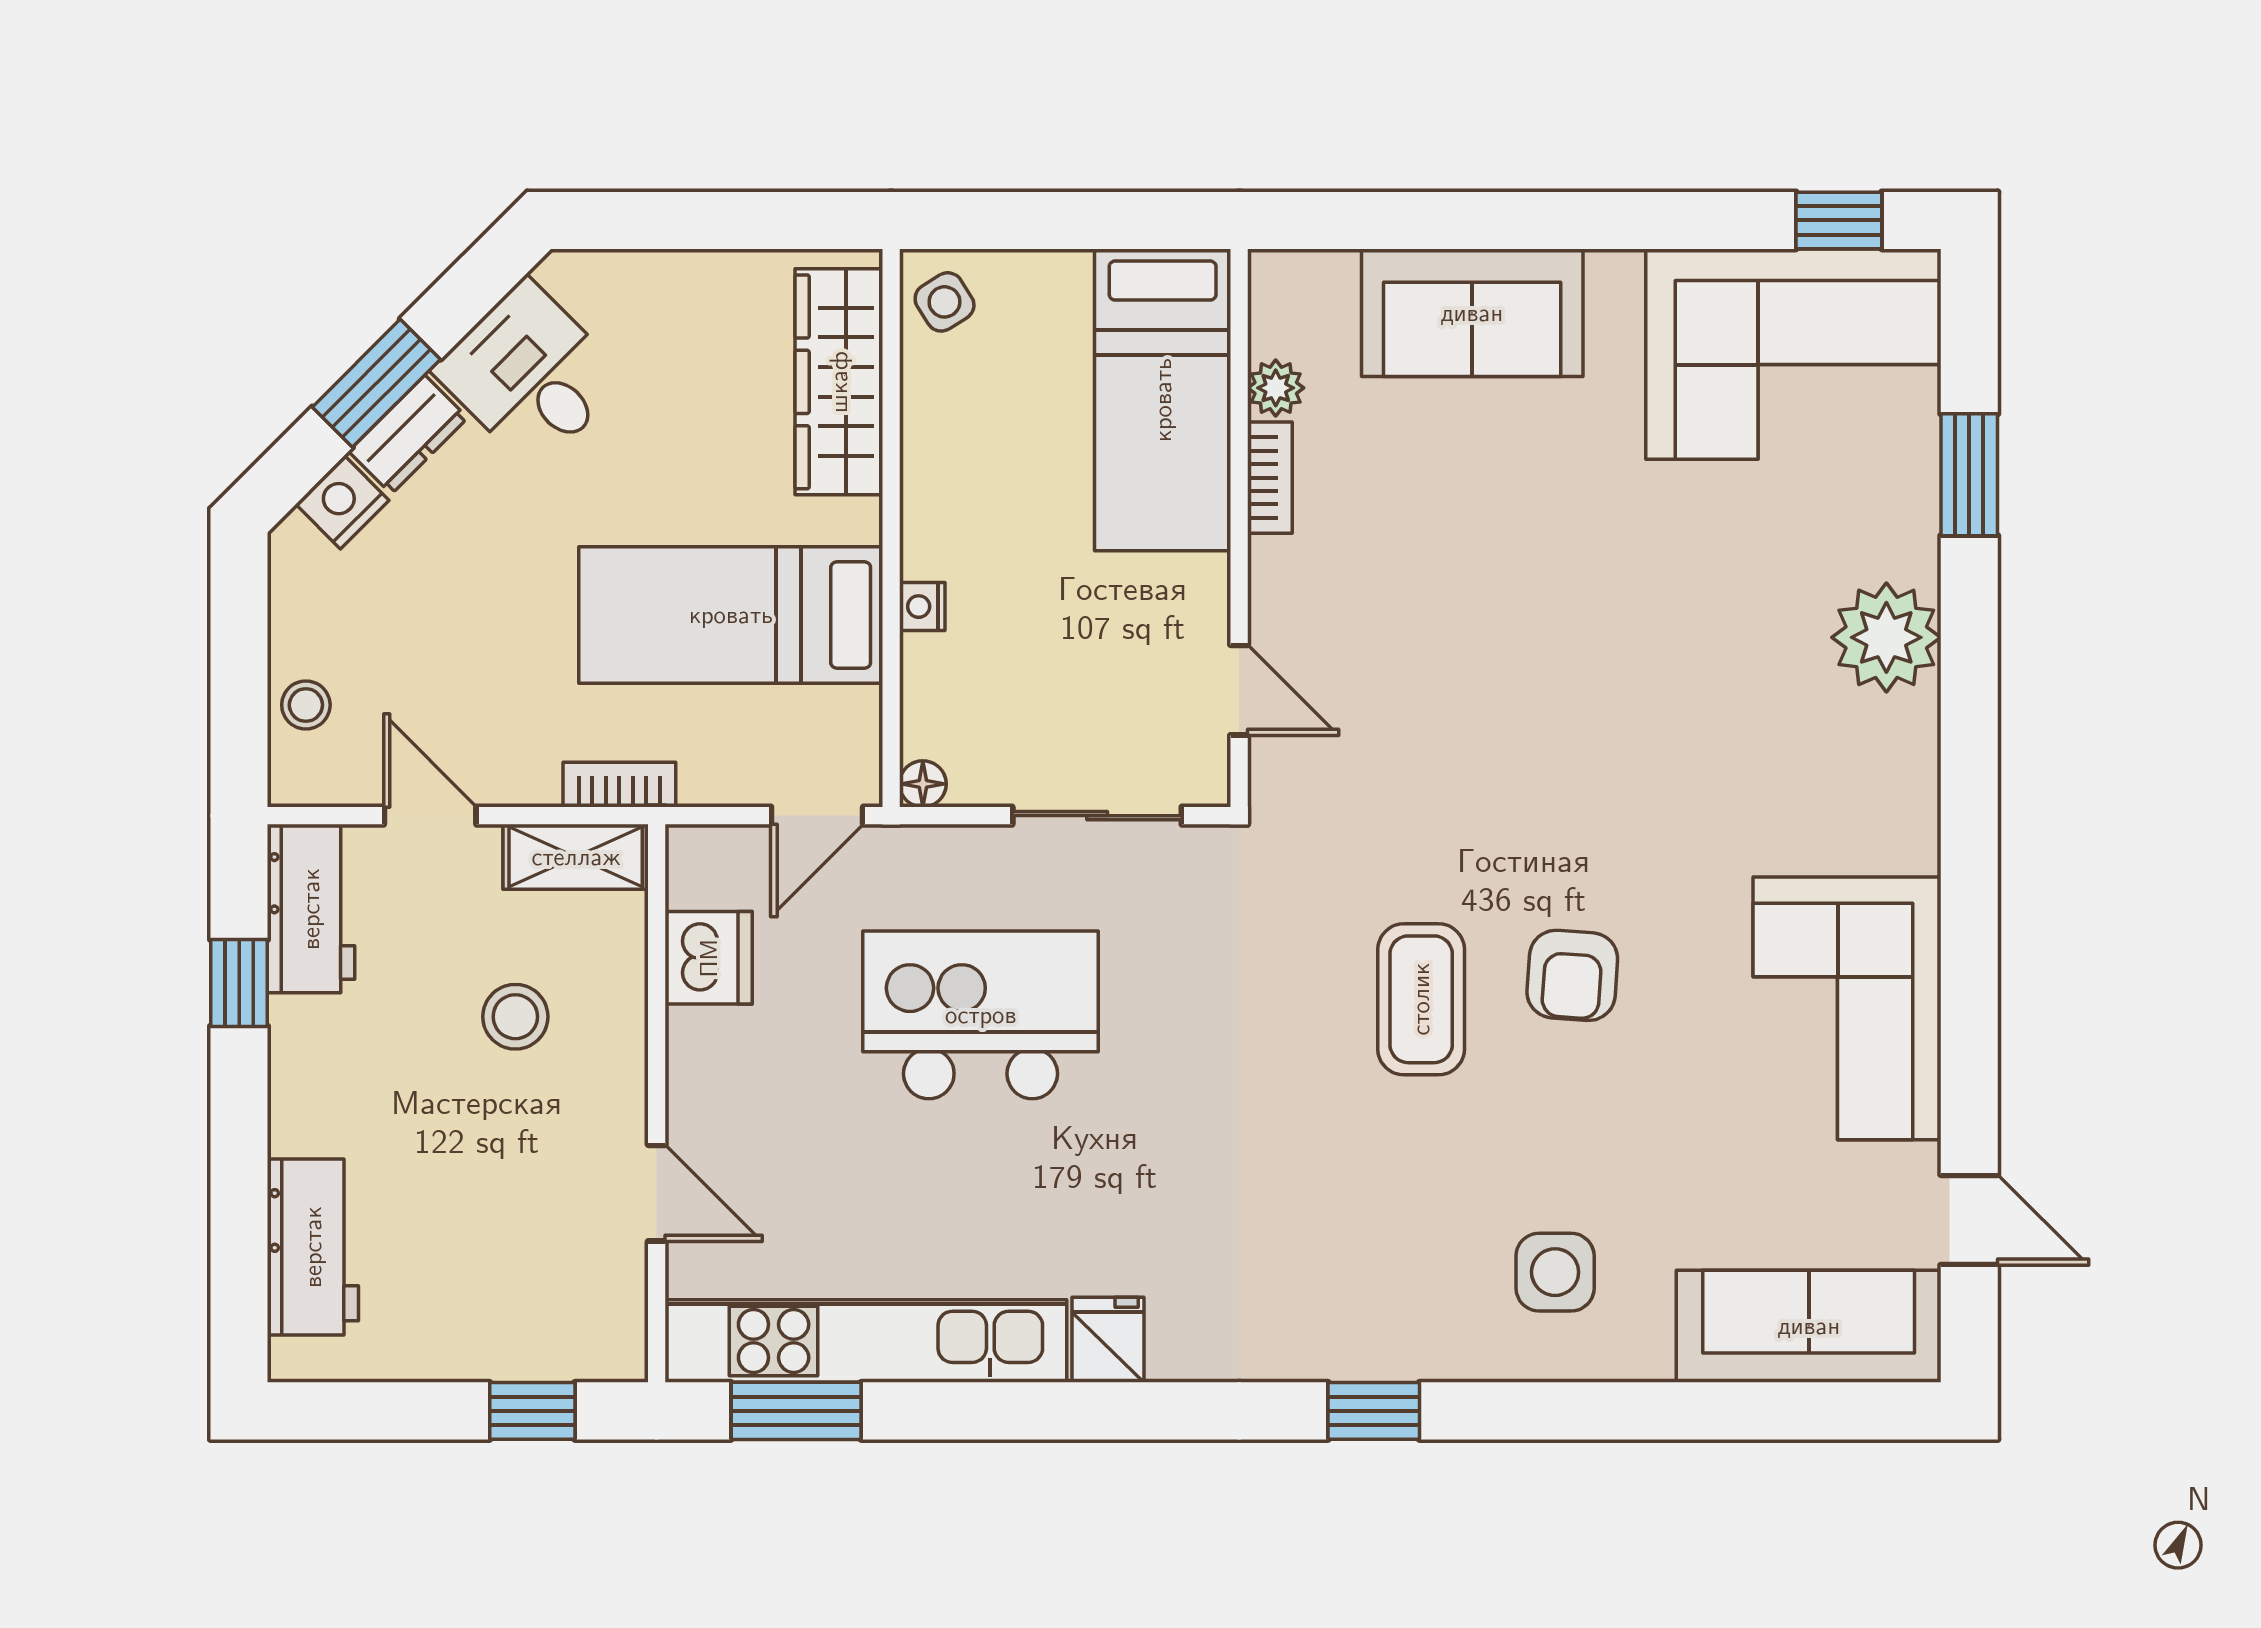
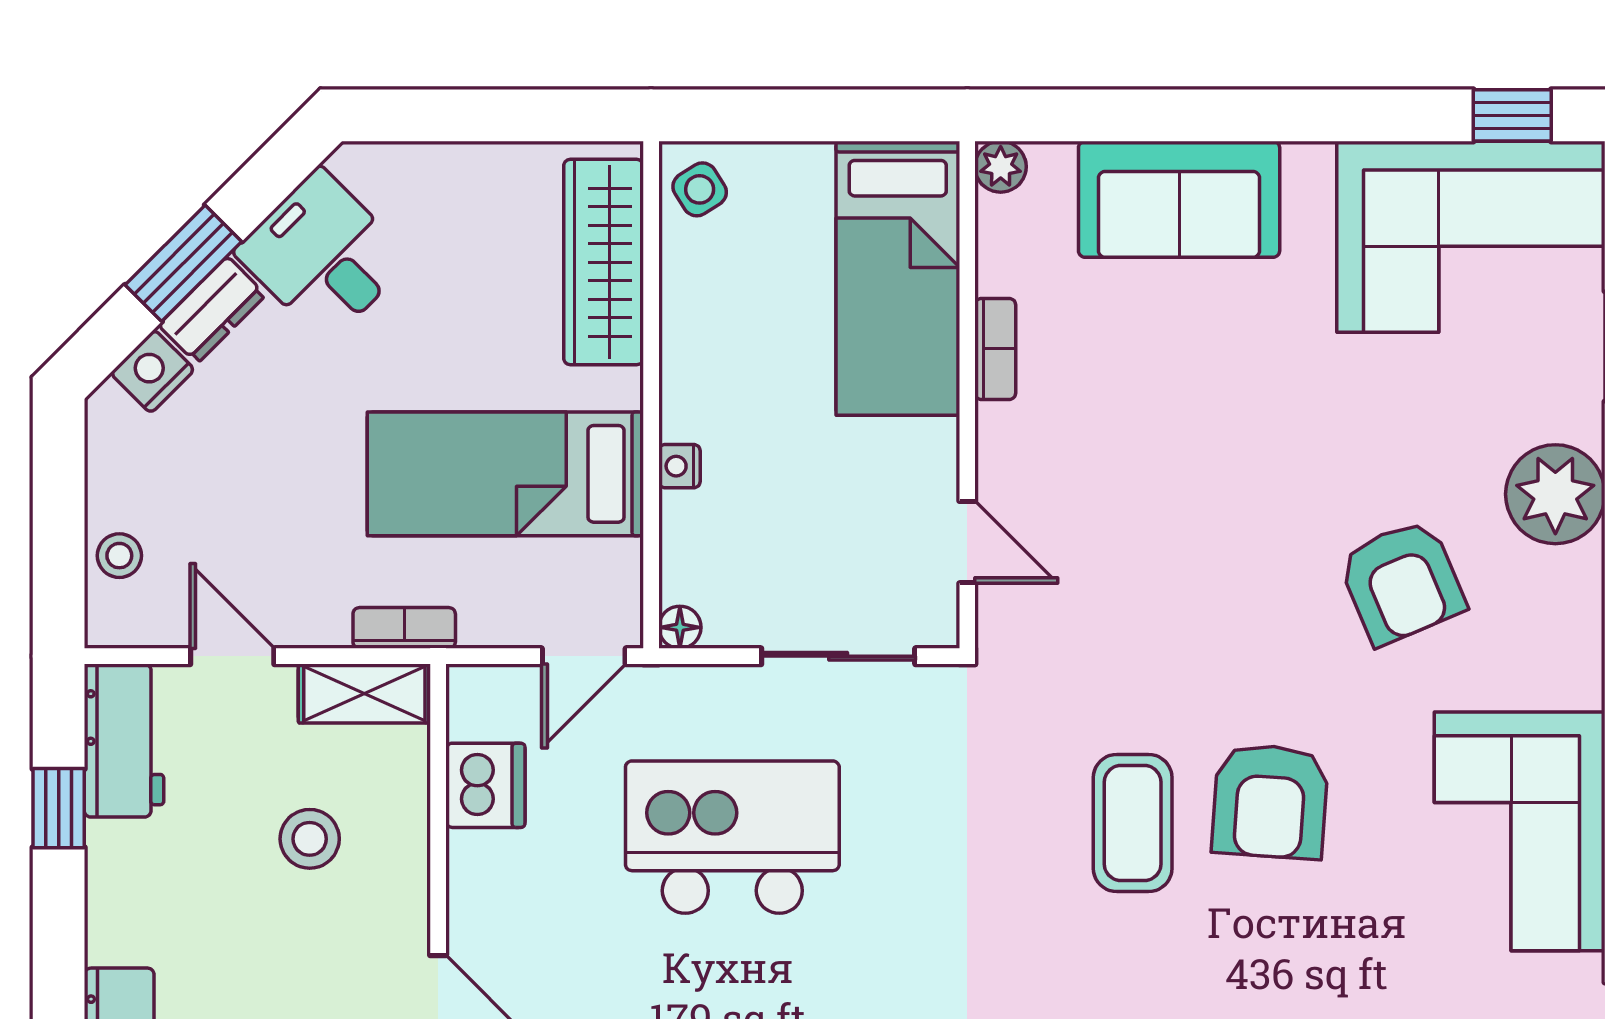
plant: (1276, 388) -> (1001, 167), moved
armchair: (1717, 734) -> (1402, 582), added
armchair: (1572, 975) -> (1270, 801), width x1.38, depth x1.38

